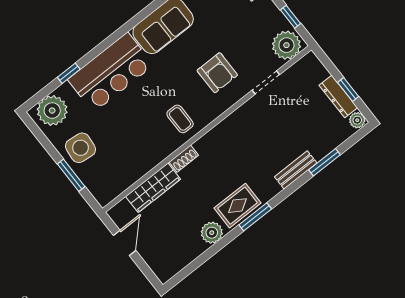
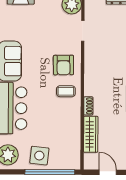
armchair: (217, 73) -> (63, 65), moved, turned 89
window: (71, 175) -> (50, 172), width x2.11

